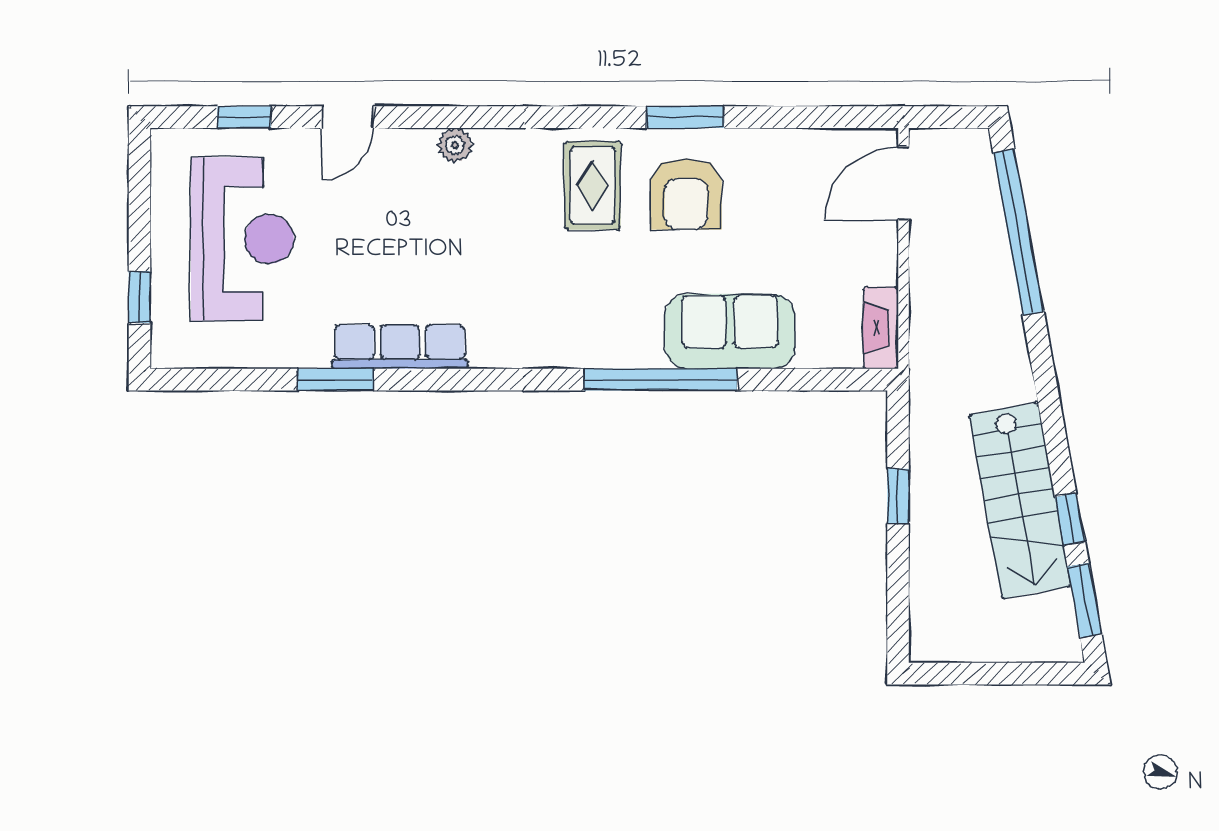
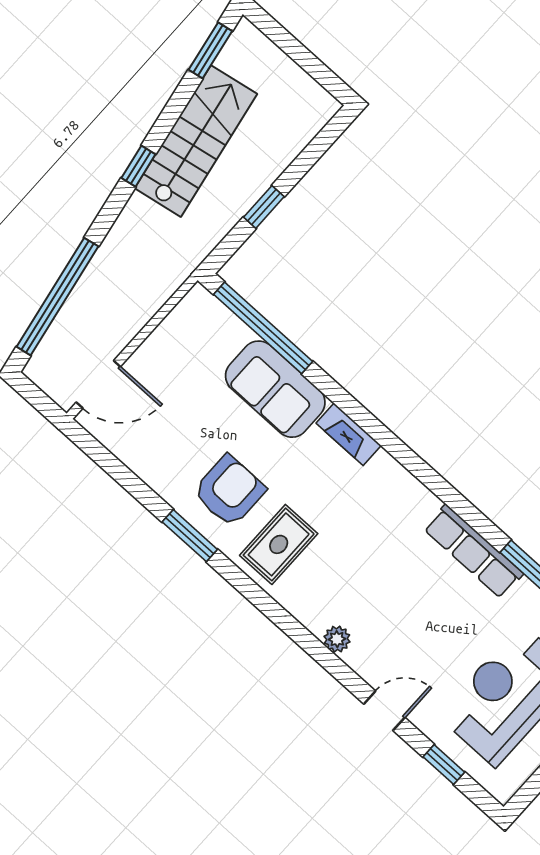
fireplace: (881, 328) -> (349, 434), moved, turned 90
window: (660, 380) -> (263, 328), moved
window: (1070, 519) -> (138, 166), moved

